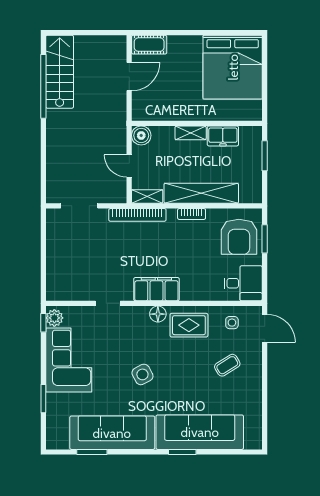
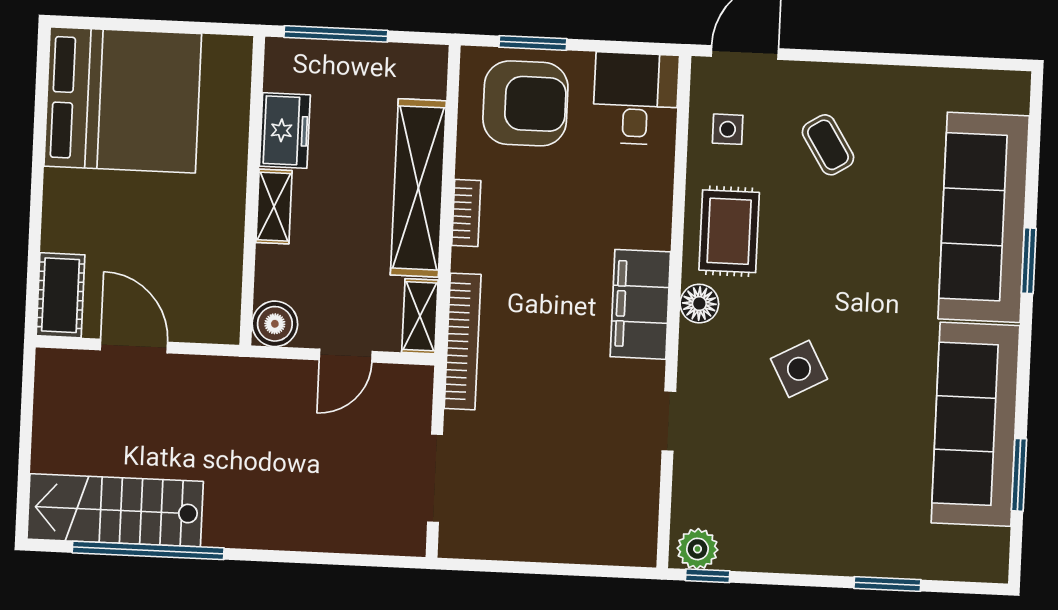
window: (265, 156) -> (336, 34), width x1.44
corner sofa: (69, 360) -> (799, 520), removed
side table: (142, 374) -> (799, 369), moved

